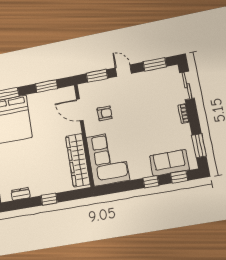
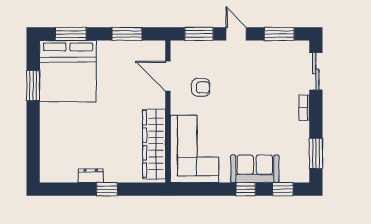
sofa: (169, 163) -> (255, 169), moved
dresser: (21, 194) -> (91, 176), moved

